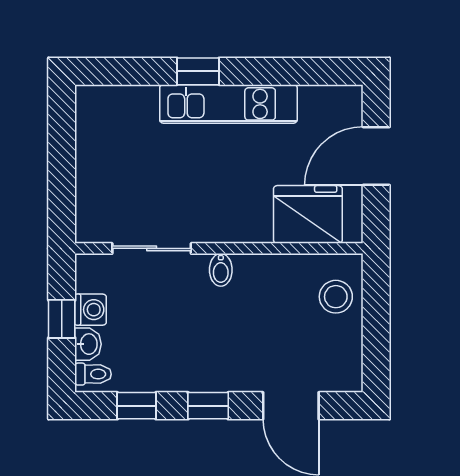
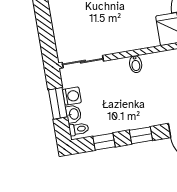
sliding door: (152, 248) -> (83, 62), moved
window: (62, 319) -> (58, 103), width x1.50

